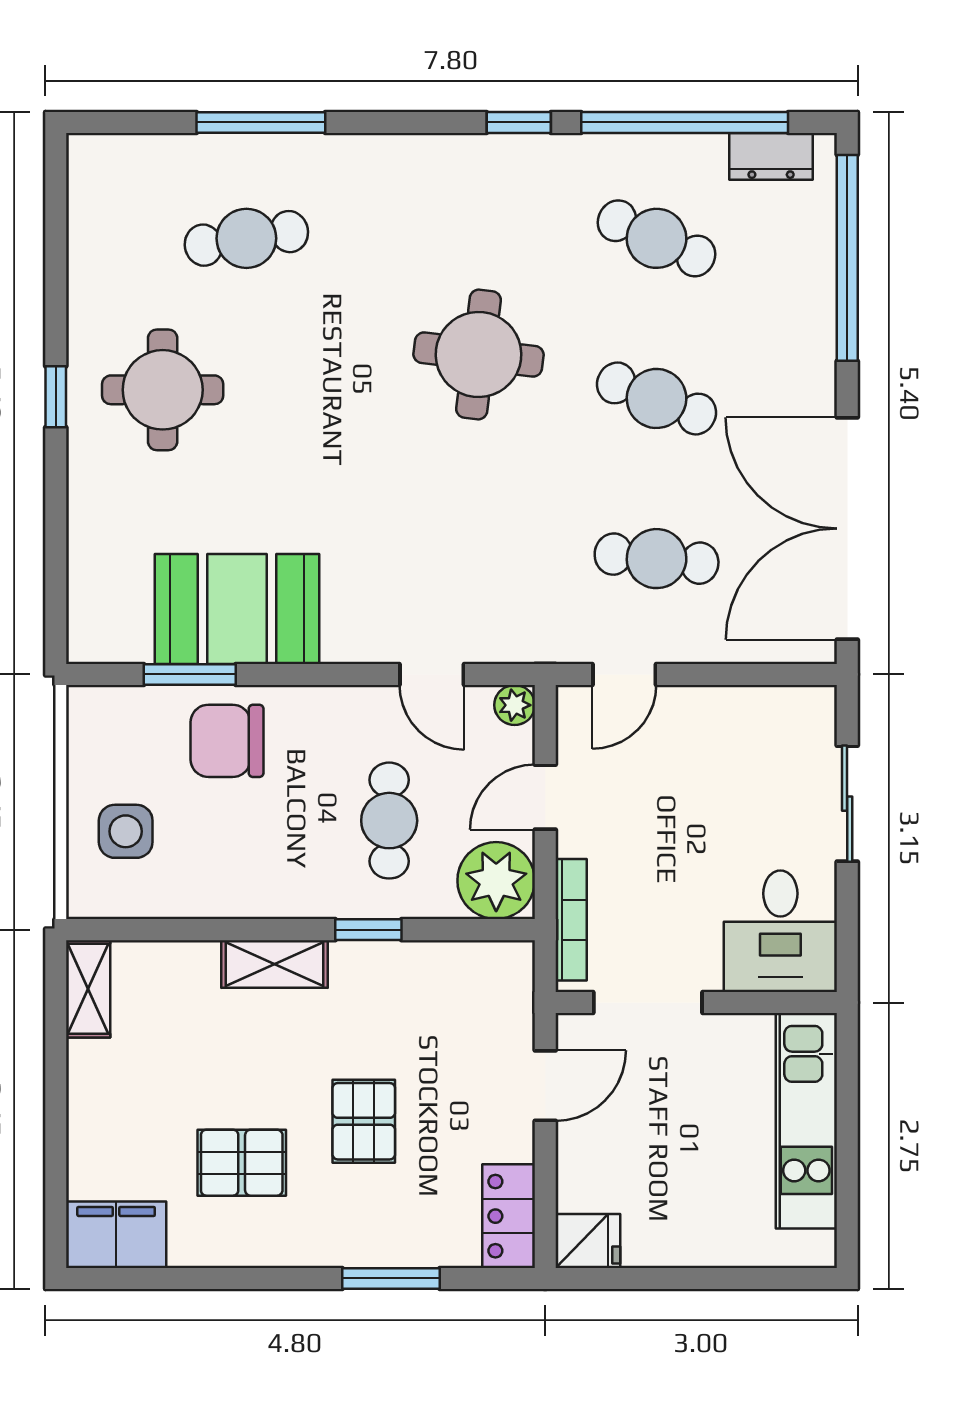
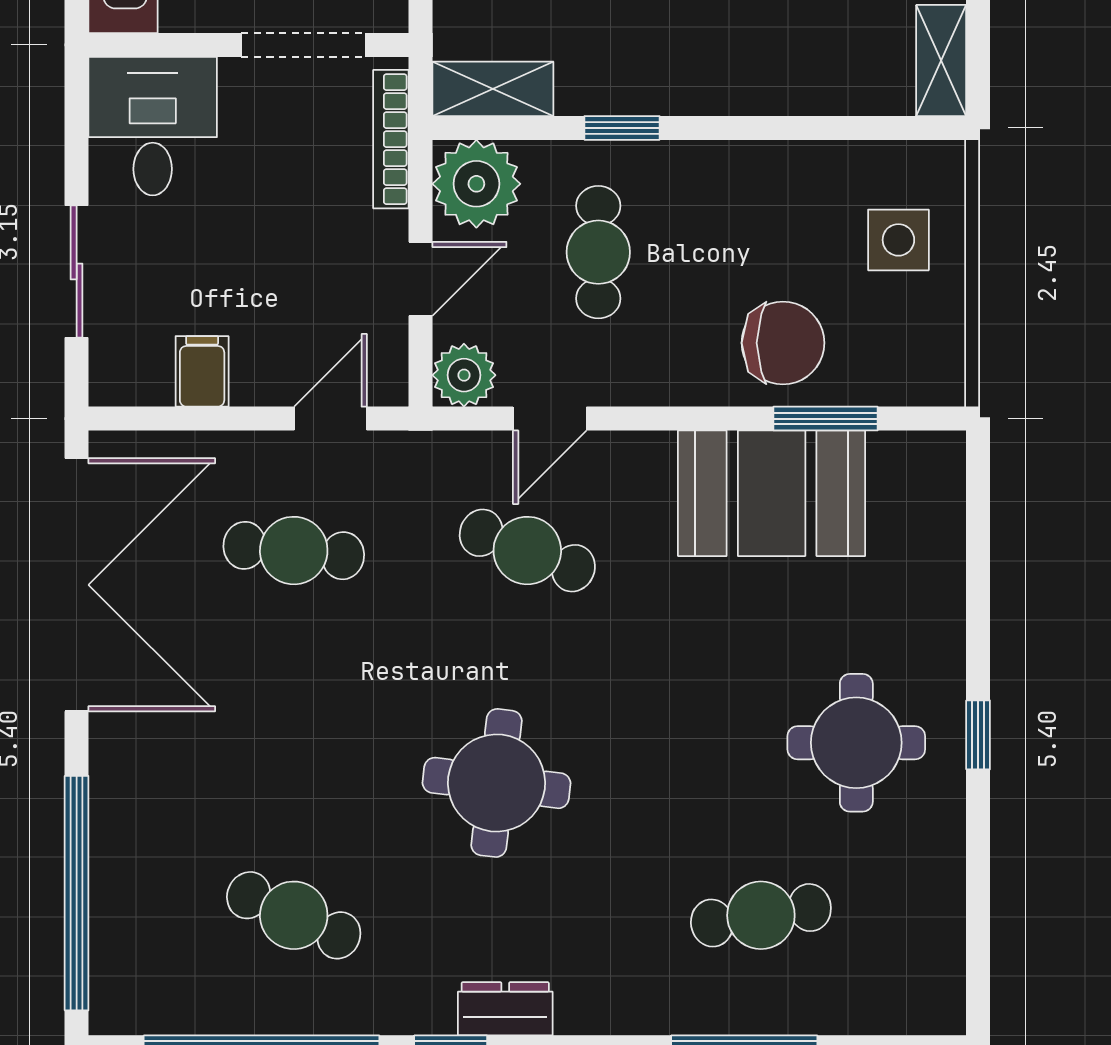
dresser: (771, 156) -> (505, 1009), moved
cafe table: (657, 398) -> (527, 551), moved
door: (432, 674) -> (550, 419), swing flipped
plant: (515, 705) -> (464, 375), width x1.38, depth x1.38
filing cabinet: (737, 716) -> (202, 371), added
shelving: (274, 964) -> (493, 89), moved

